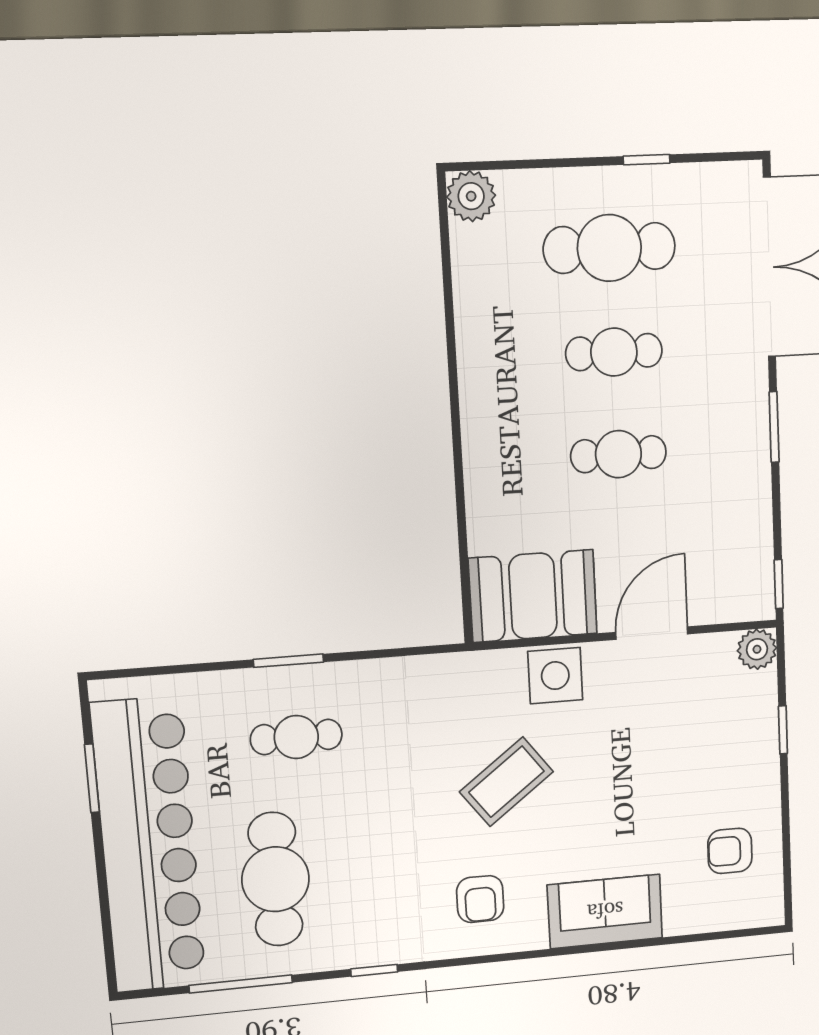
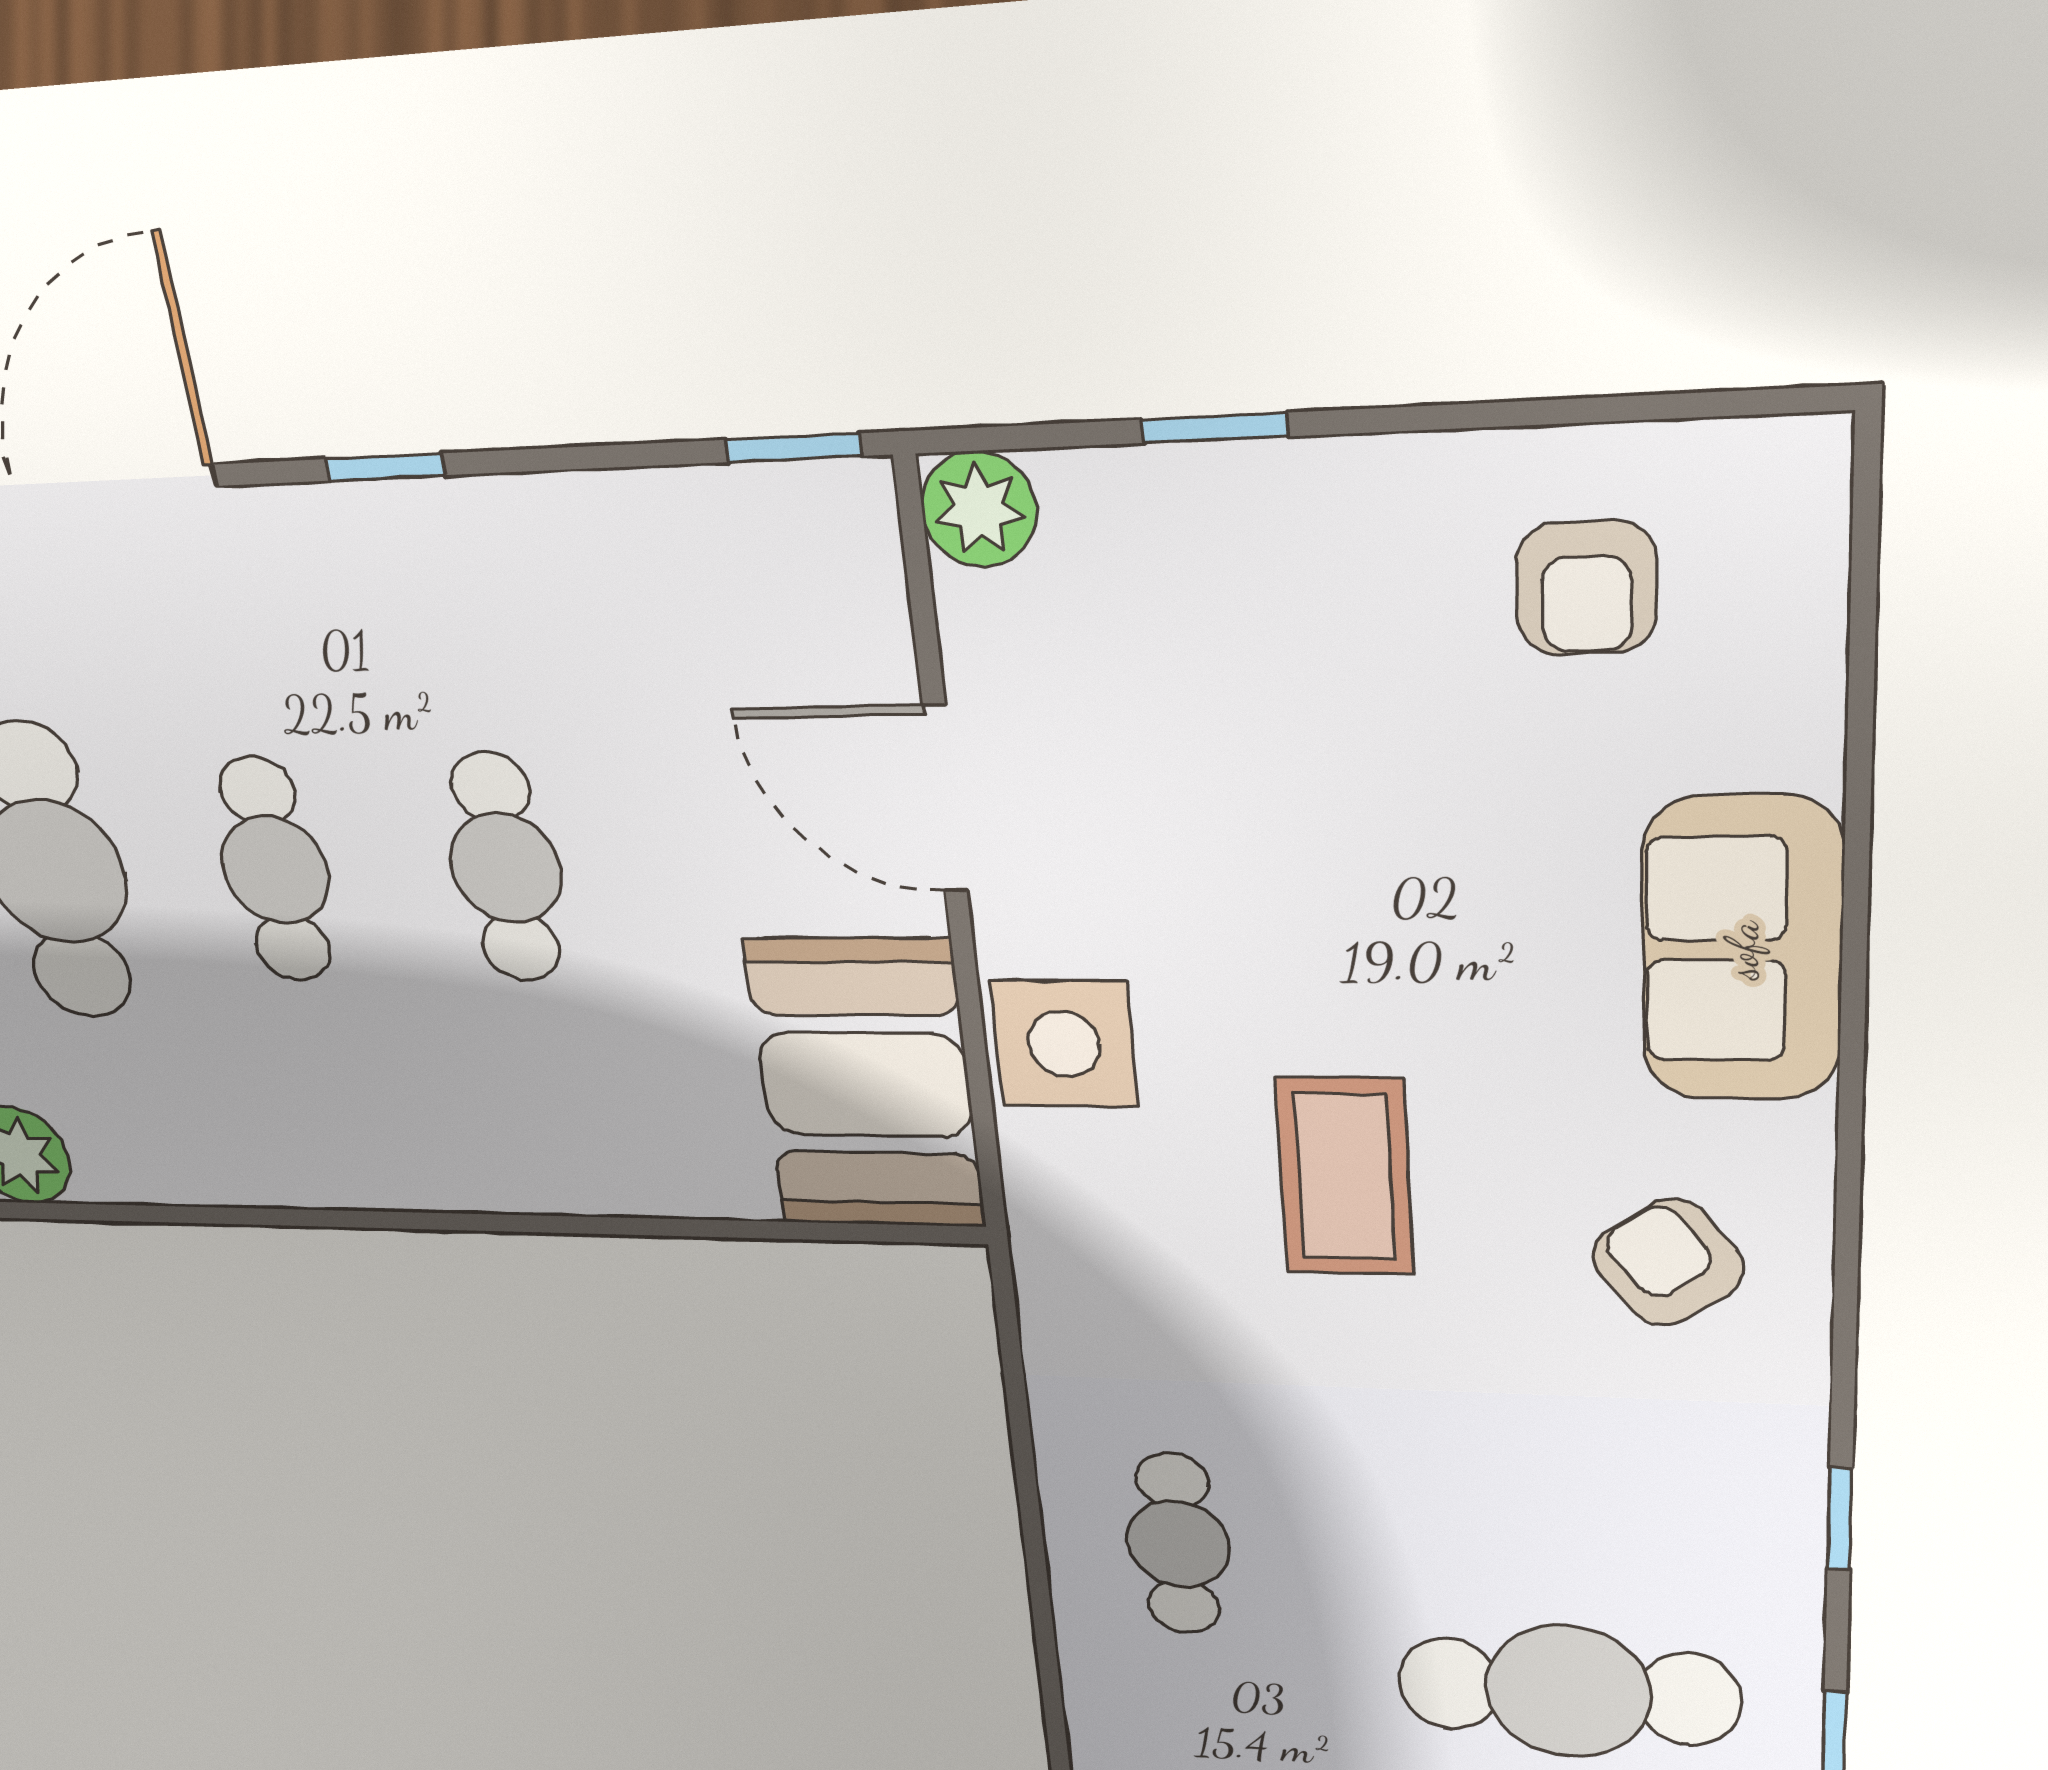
window: (774, 427) -> (385, 467), width x0.67
window: (288, 661) -> (1041, 1602), removed
cafe table: (296, 737) -> (1178, 1544), moved
coffee table: (506, 782) -> (1345, 1177), turned 37
armchair: (480, 899) -> (1668, 1262), turned -127

